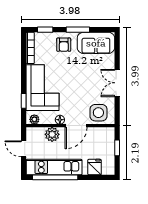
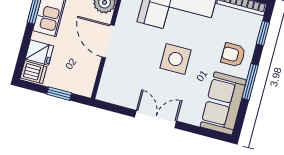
side table: (98, 113) -> (175, 59), moved
floor lamp: (60, 120) -> (123, 20), removed
dishwasher: (108, 167) -> (34, 72), added

